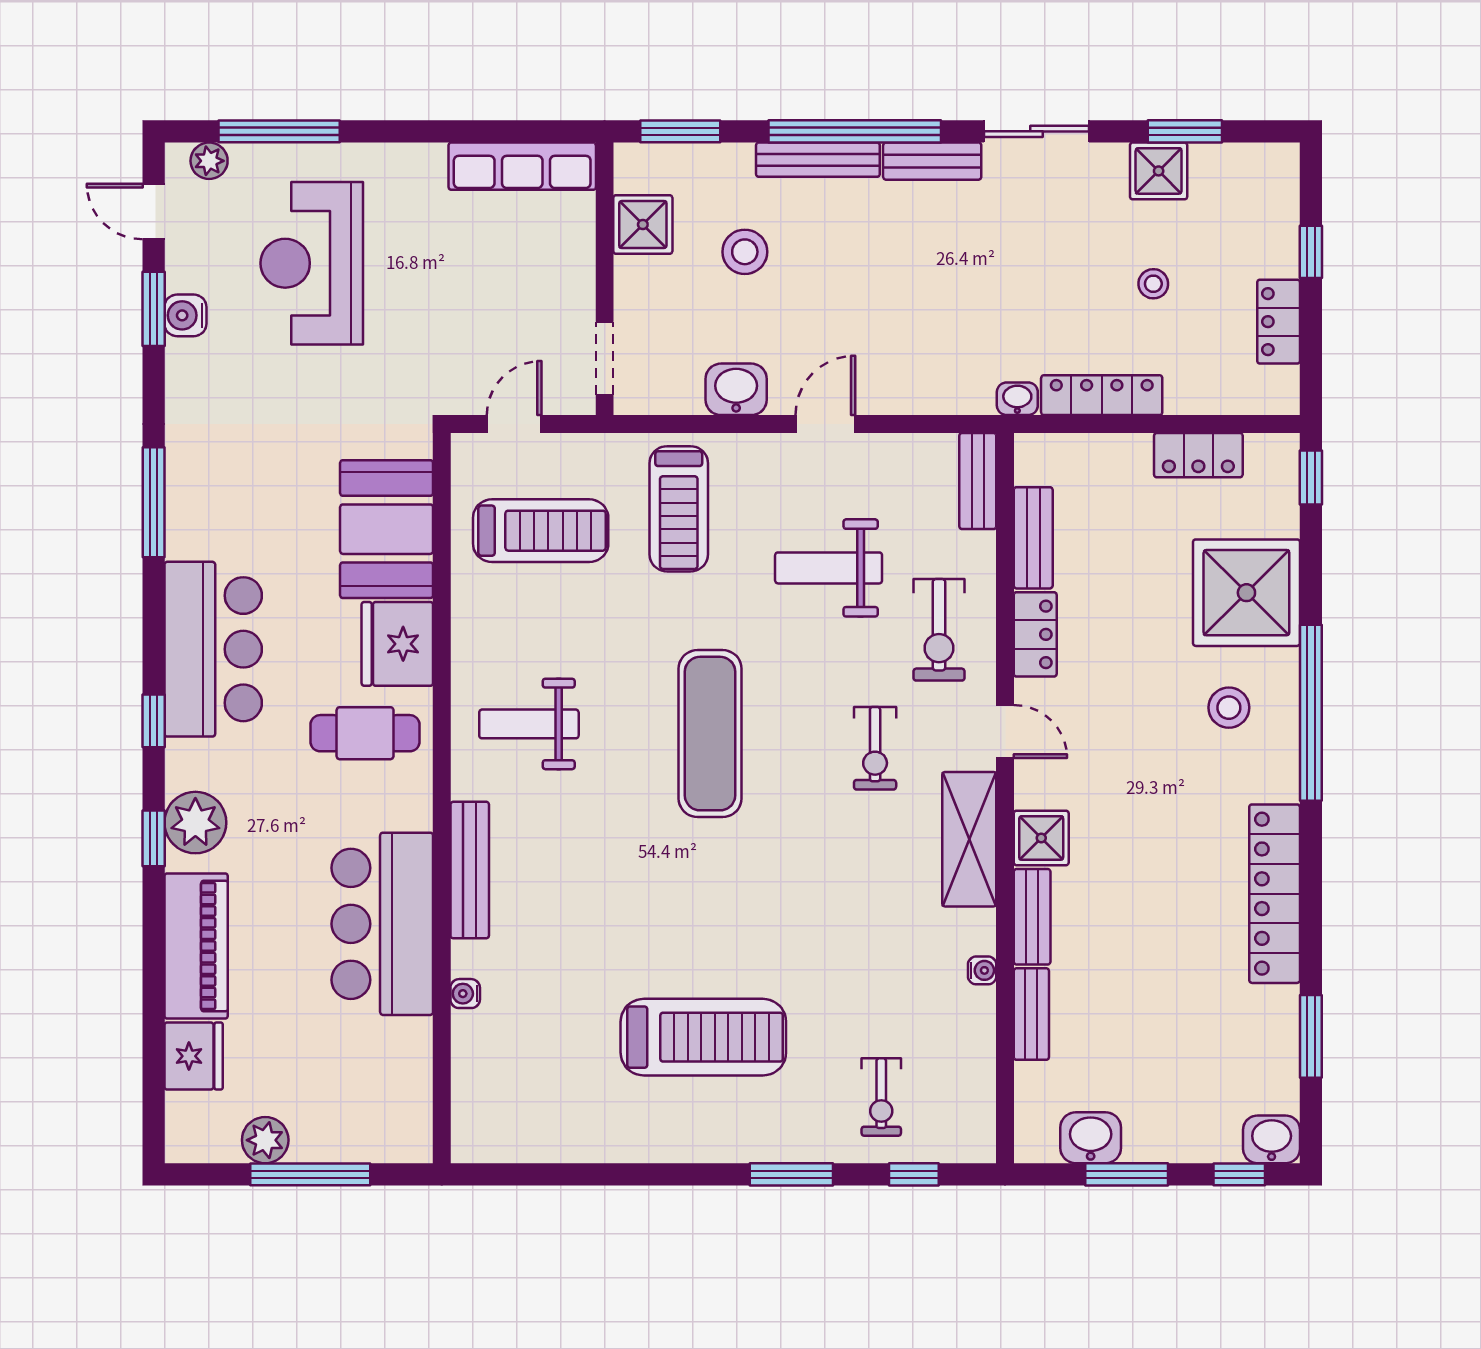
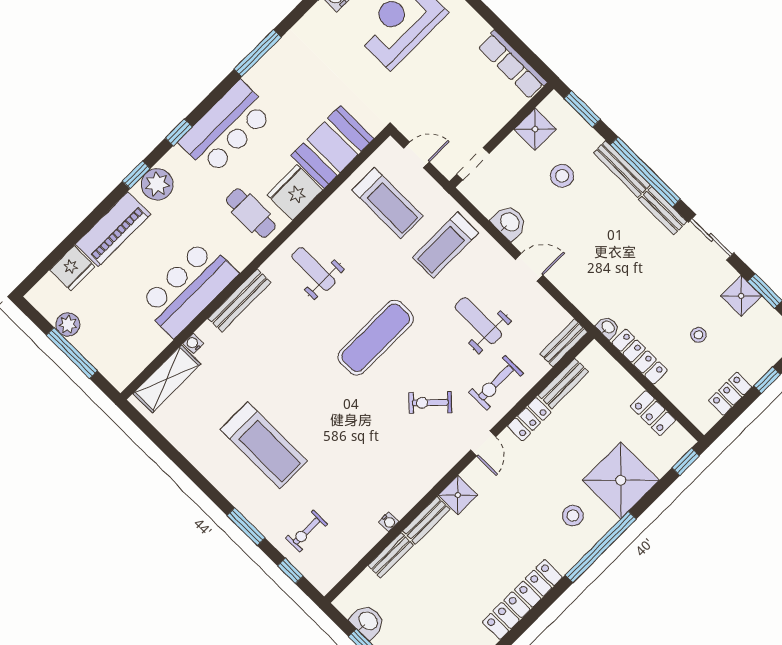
exercise bike: (875, 748) -> (430, 403), turned 44
shelving: (969, 839) -> (167, 379), moved

